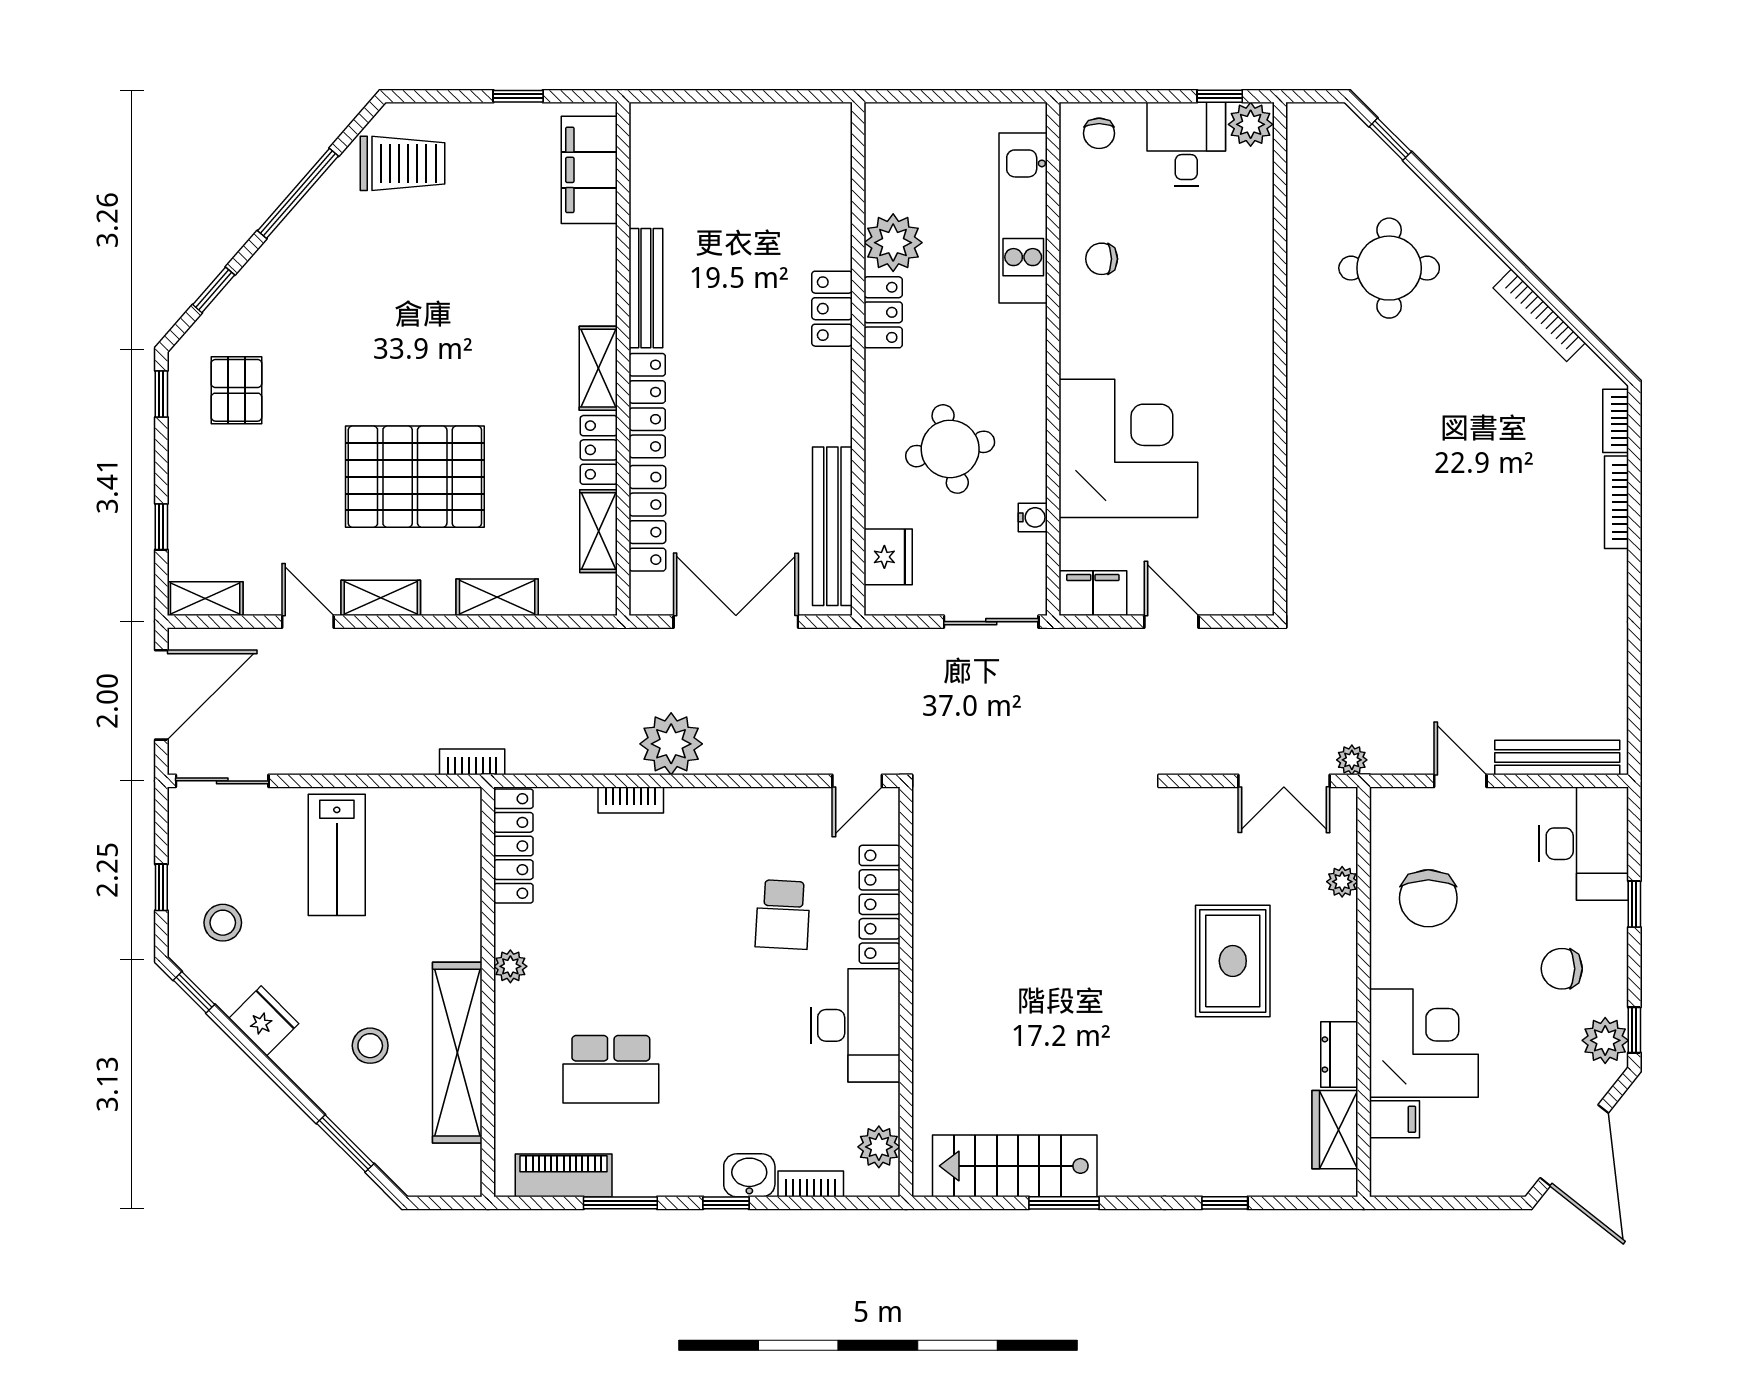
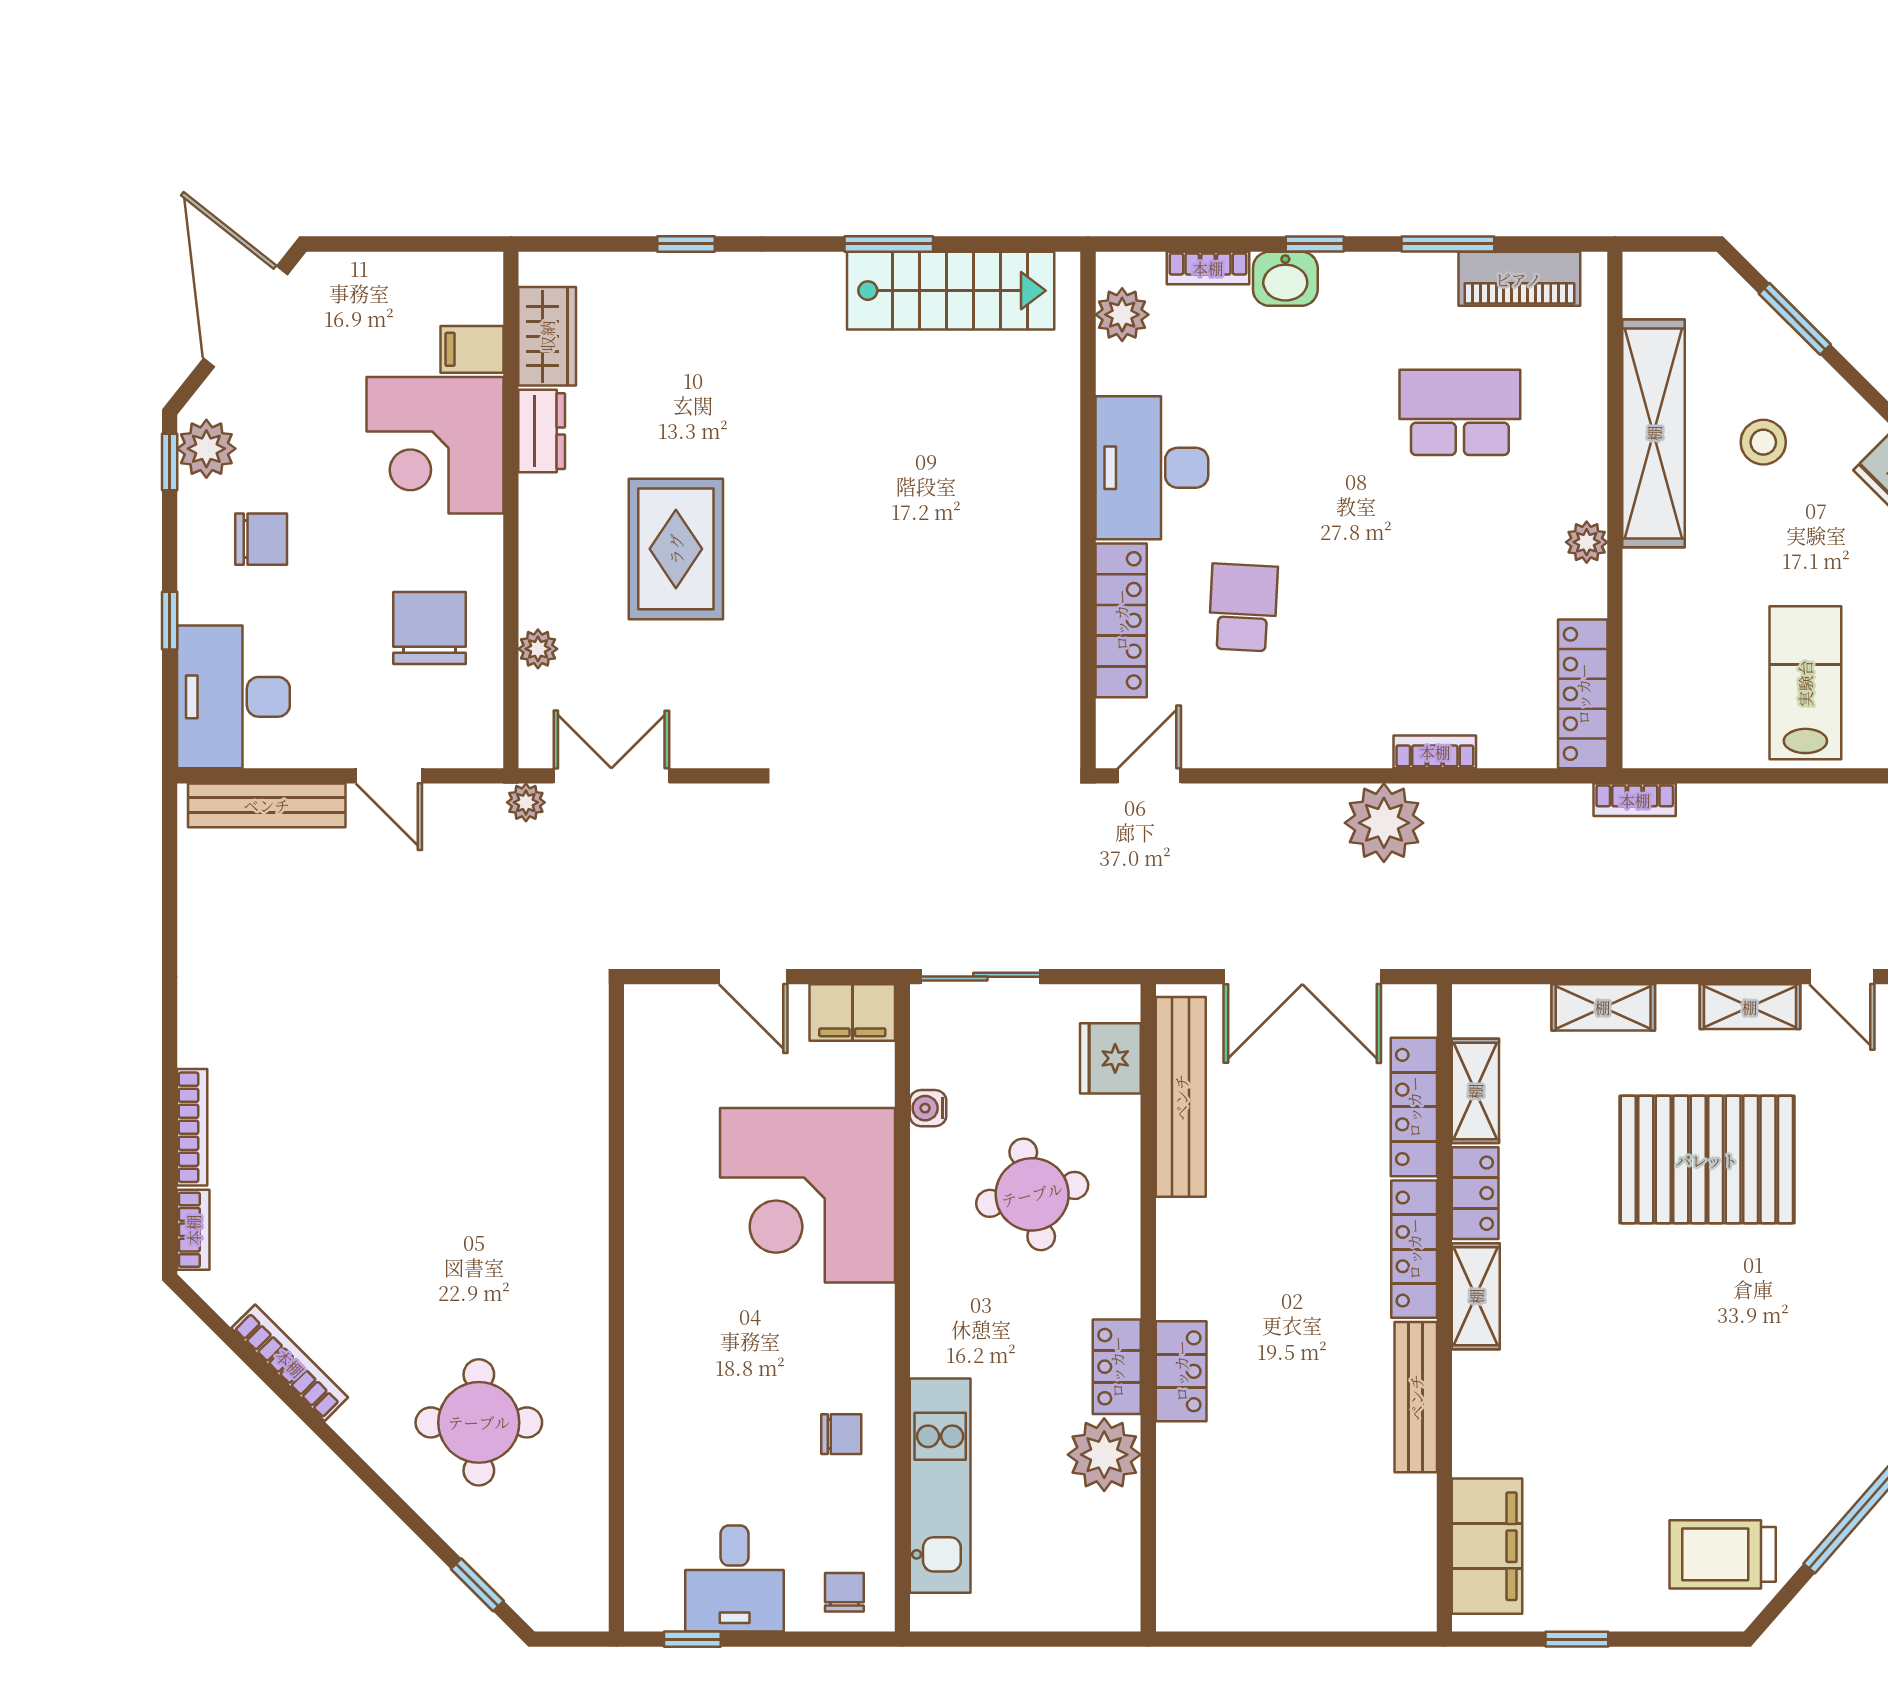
plant: (1251, 124) -> (653, 1604), removed

